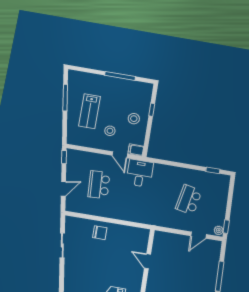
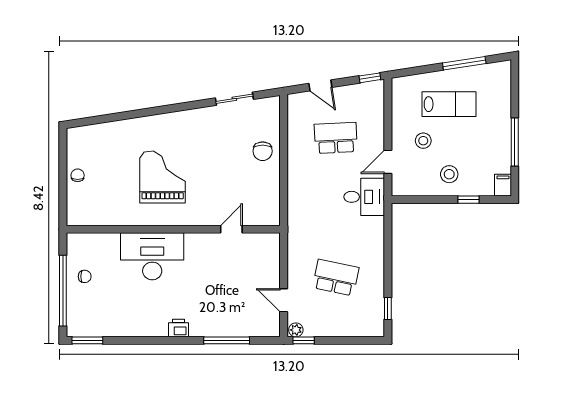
lab bench: (90, 111) -> (449, 104), turned 180
filing cabinet: (136, 150) -> (503, 185), moved

